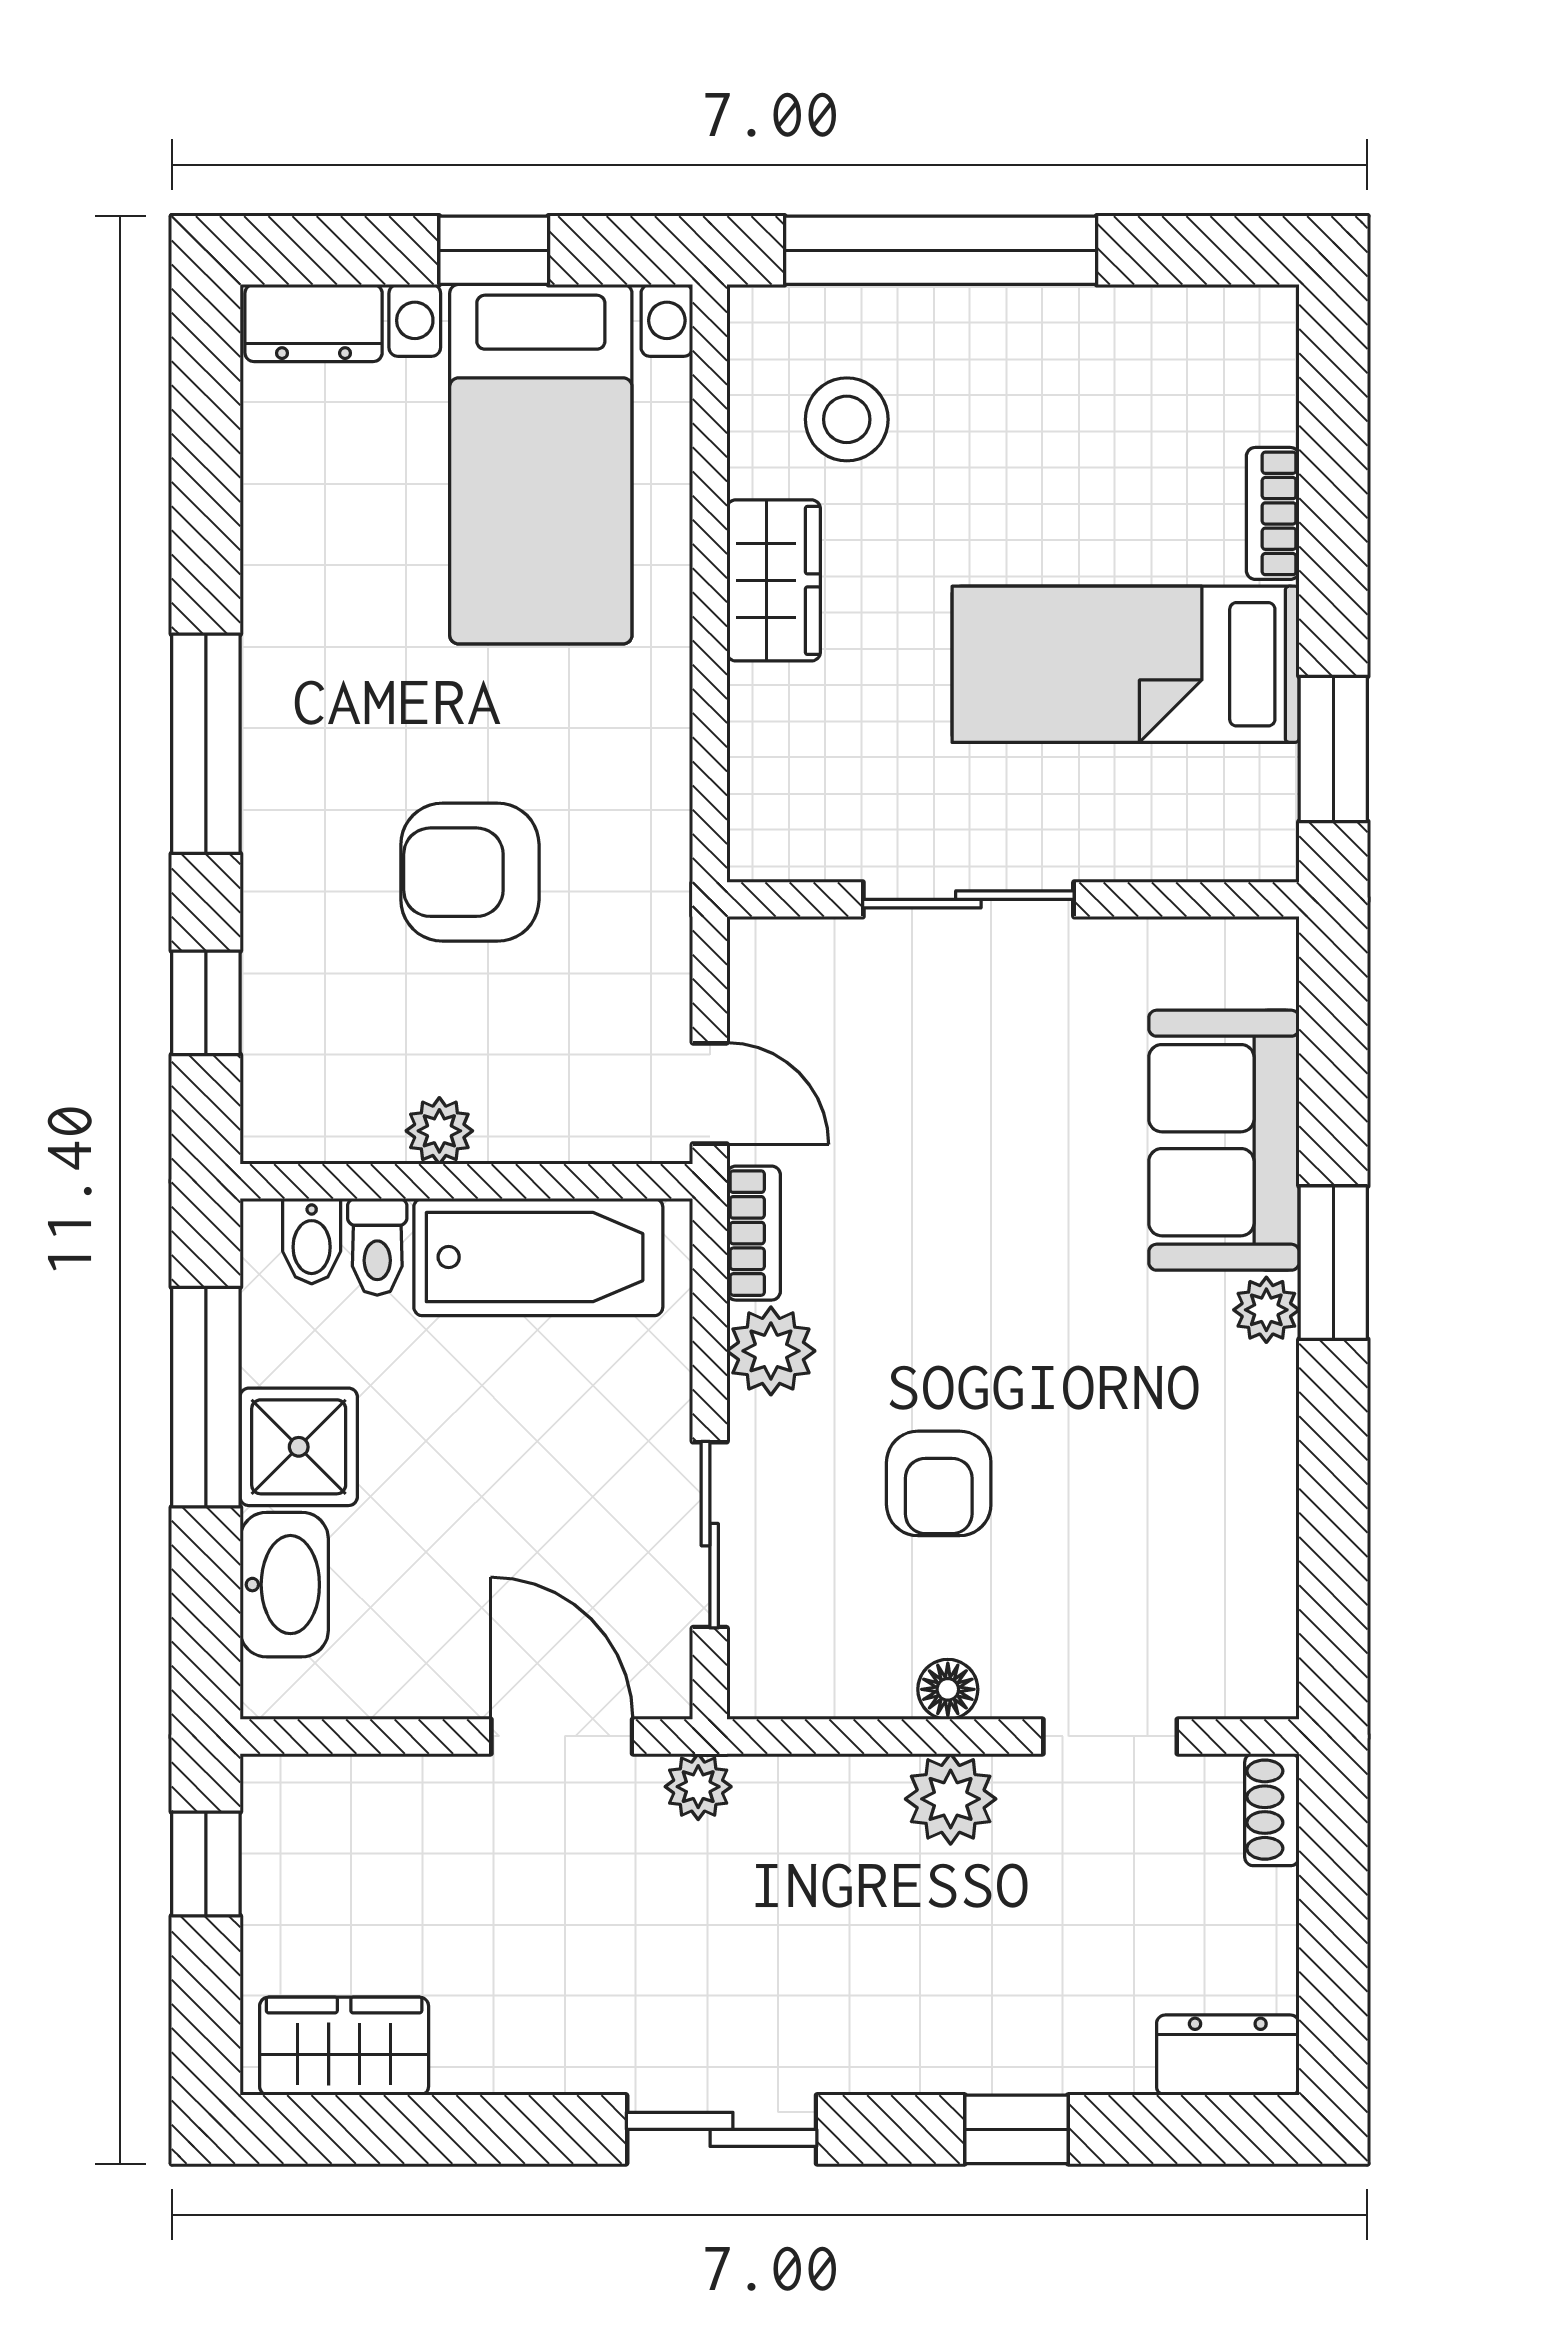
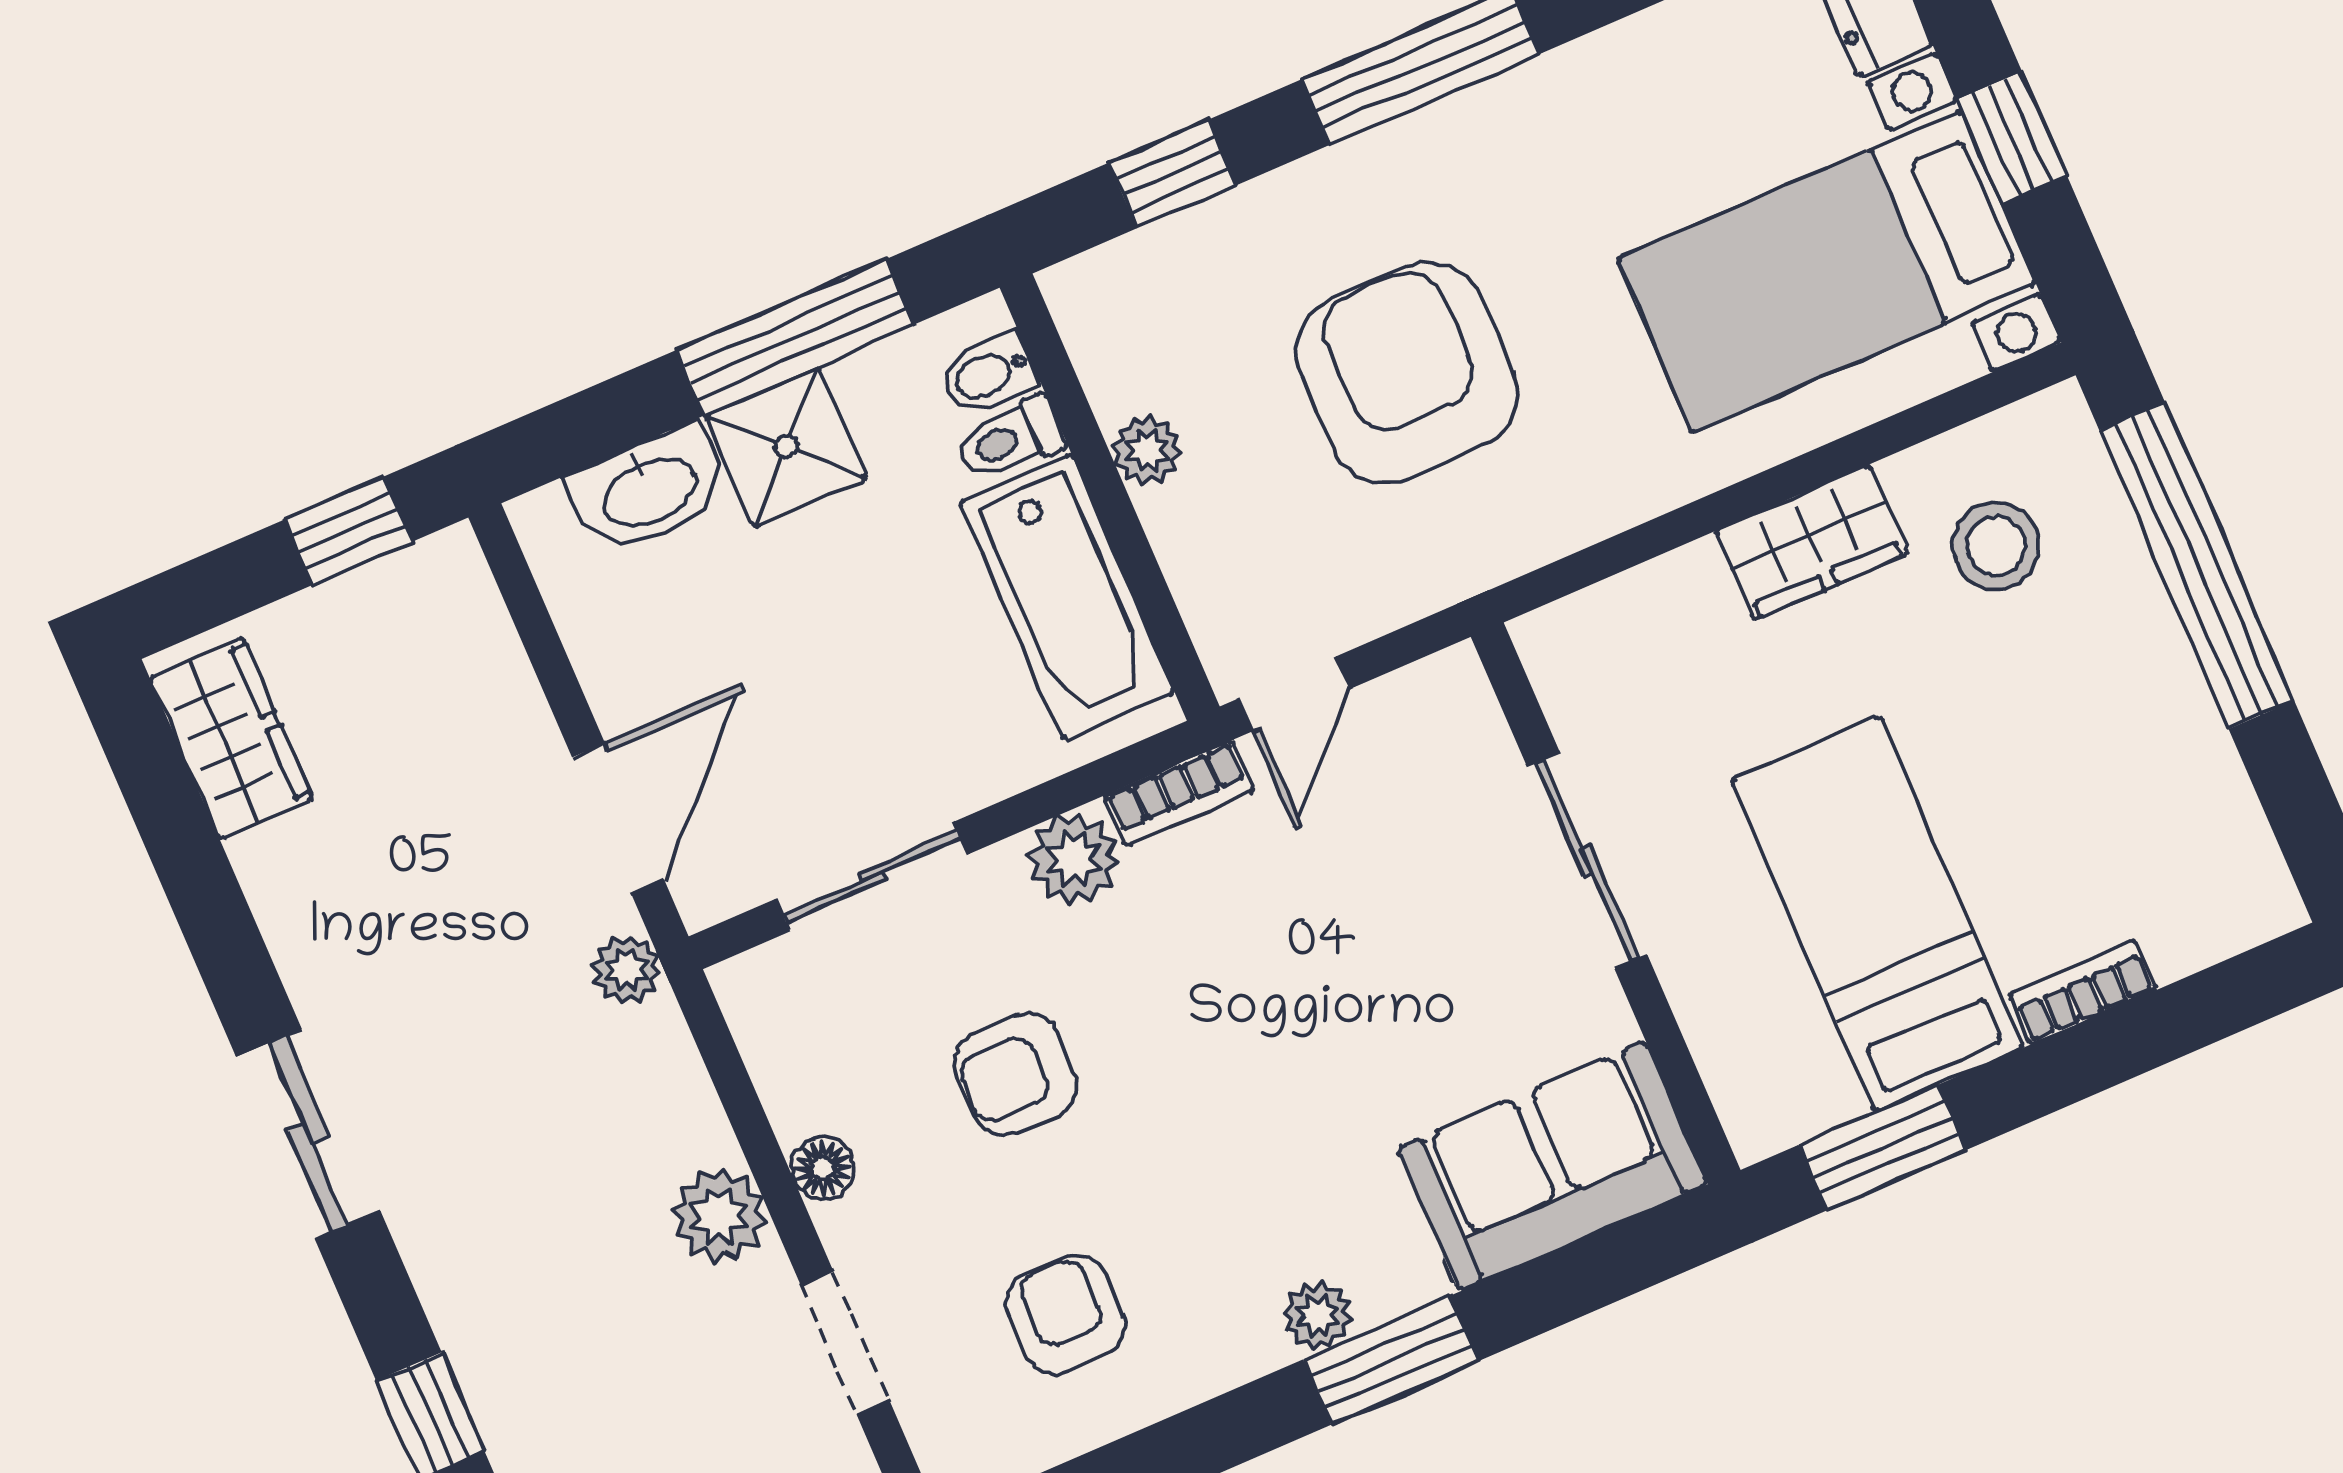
armchair: (470, 872) -> (1407, 373), width x1.36, depth x1.36
sofa: (1224, 1140) -> (1552, 1166), moved
armchair: (1169, 1532) -> (1065, 1315), added

